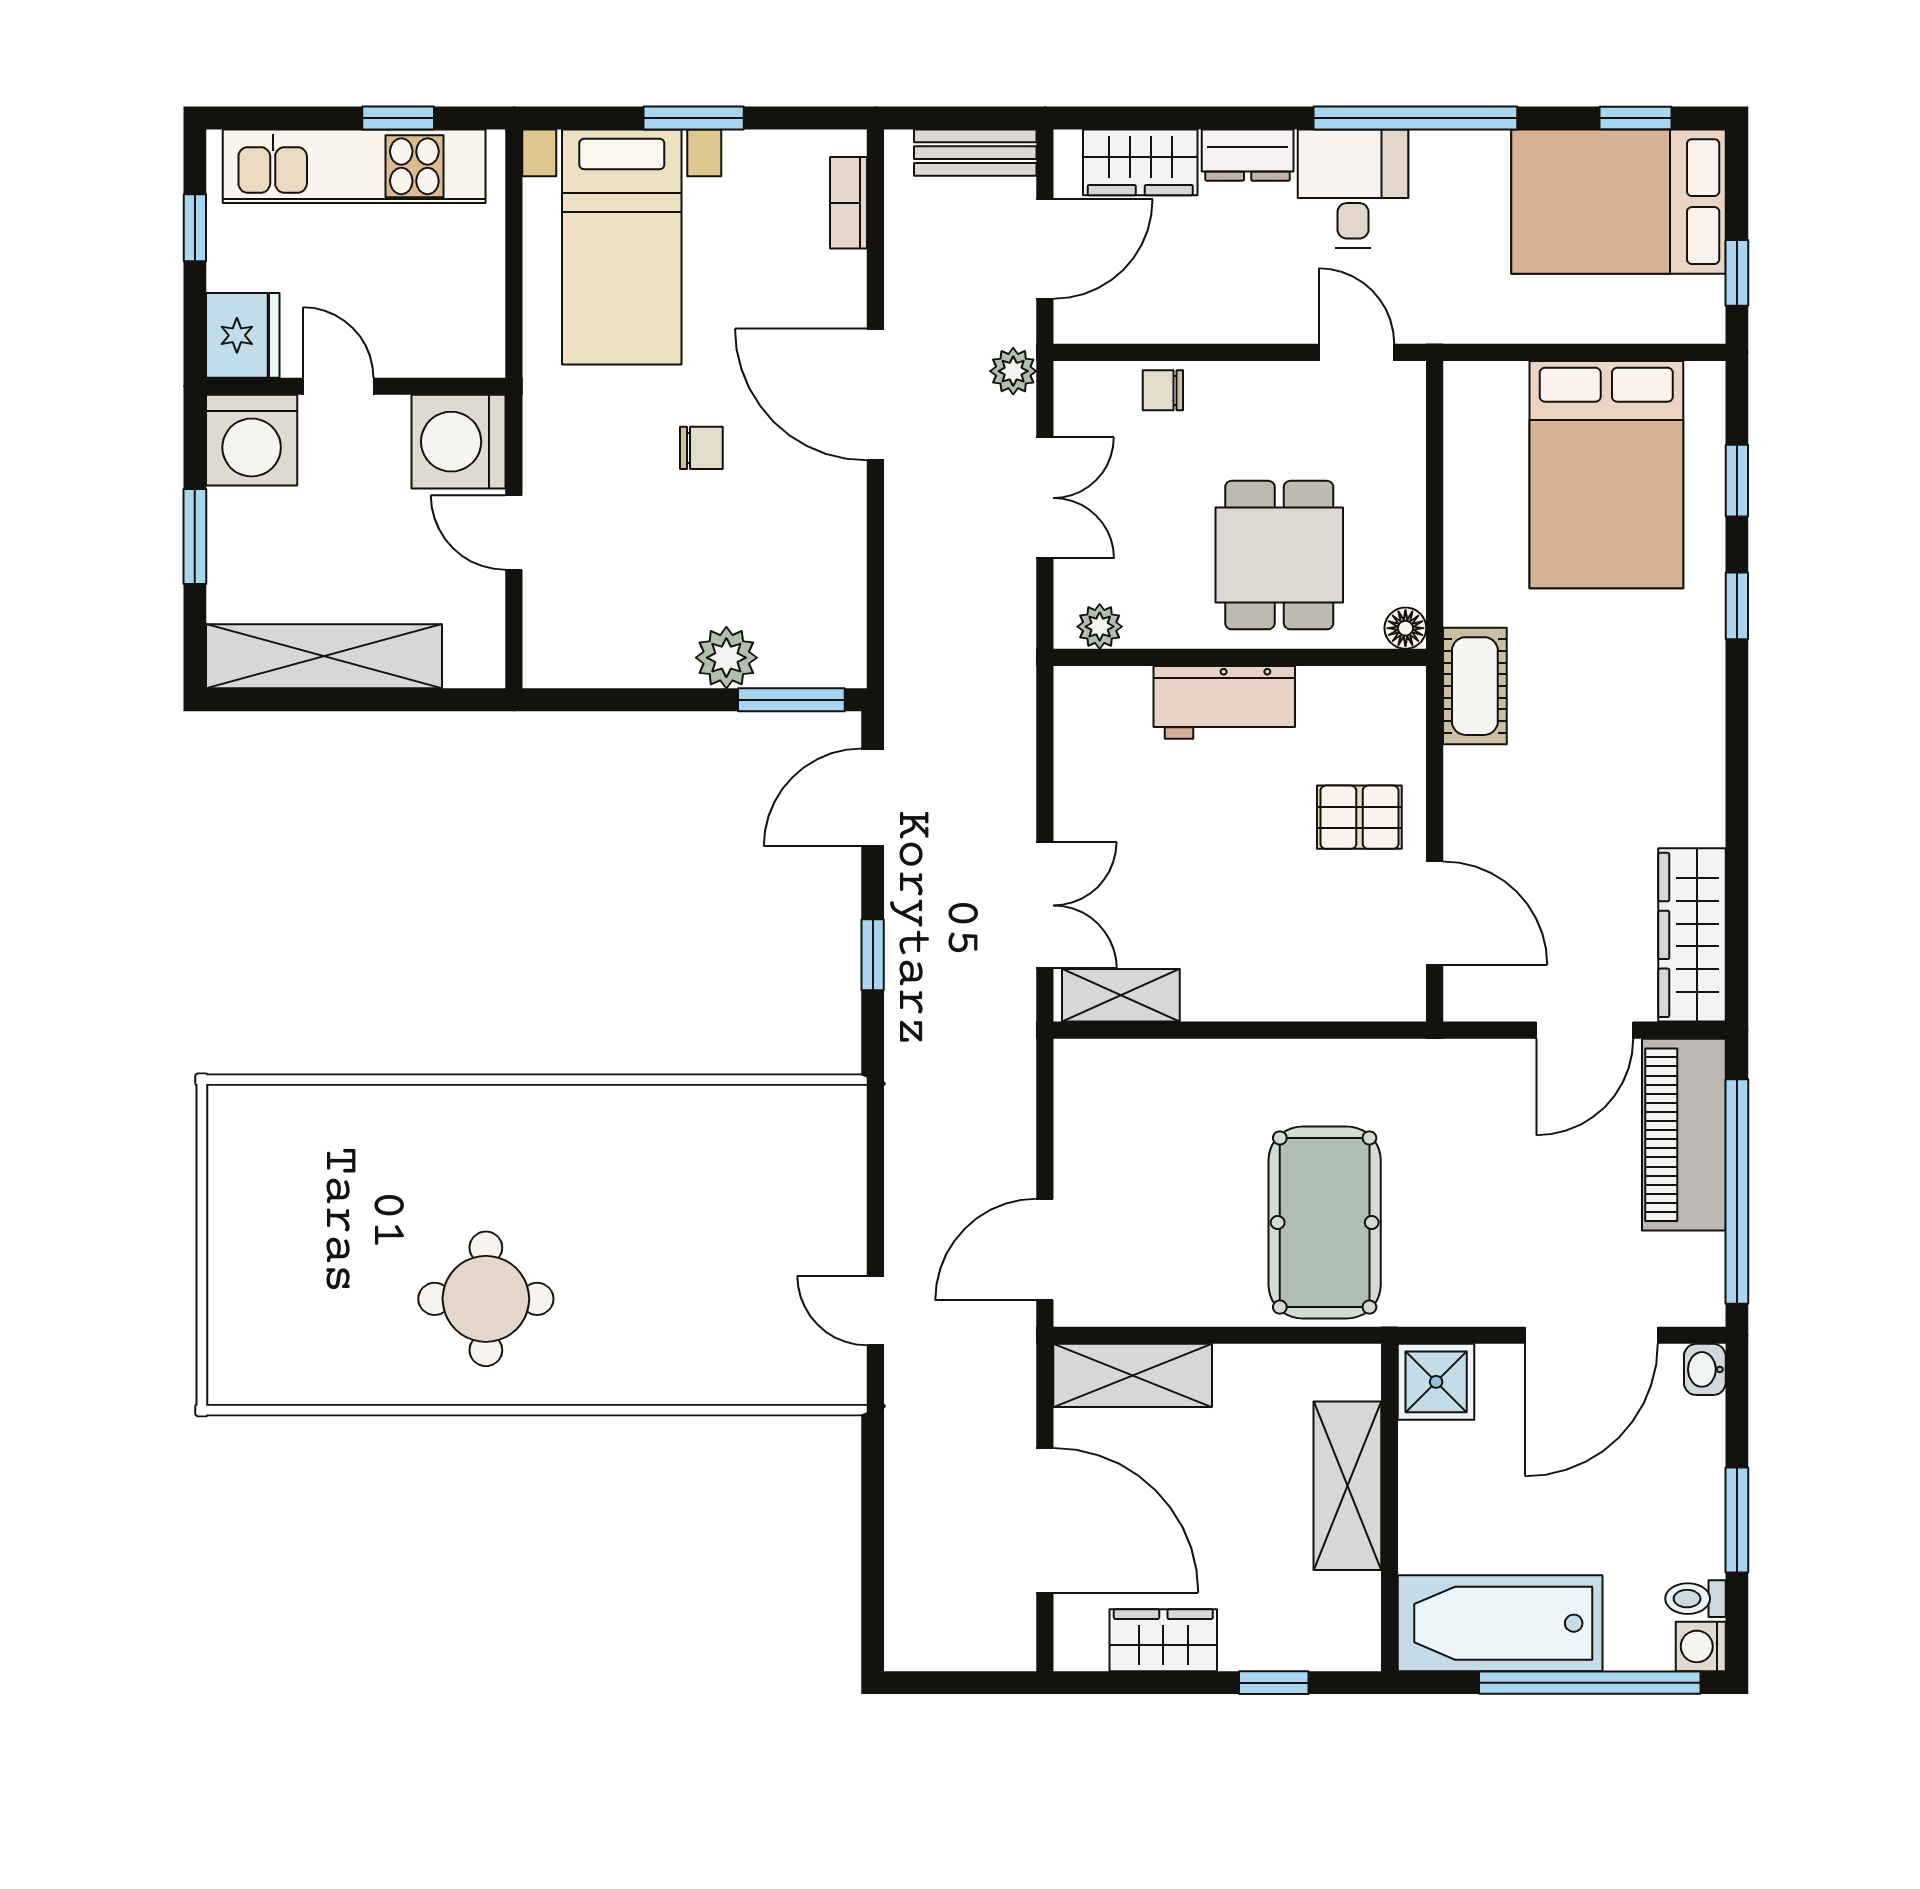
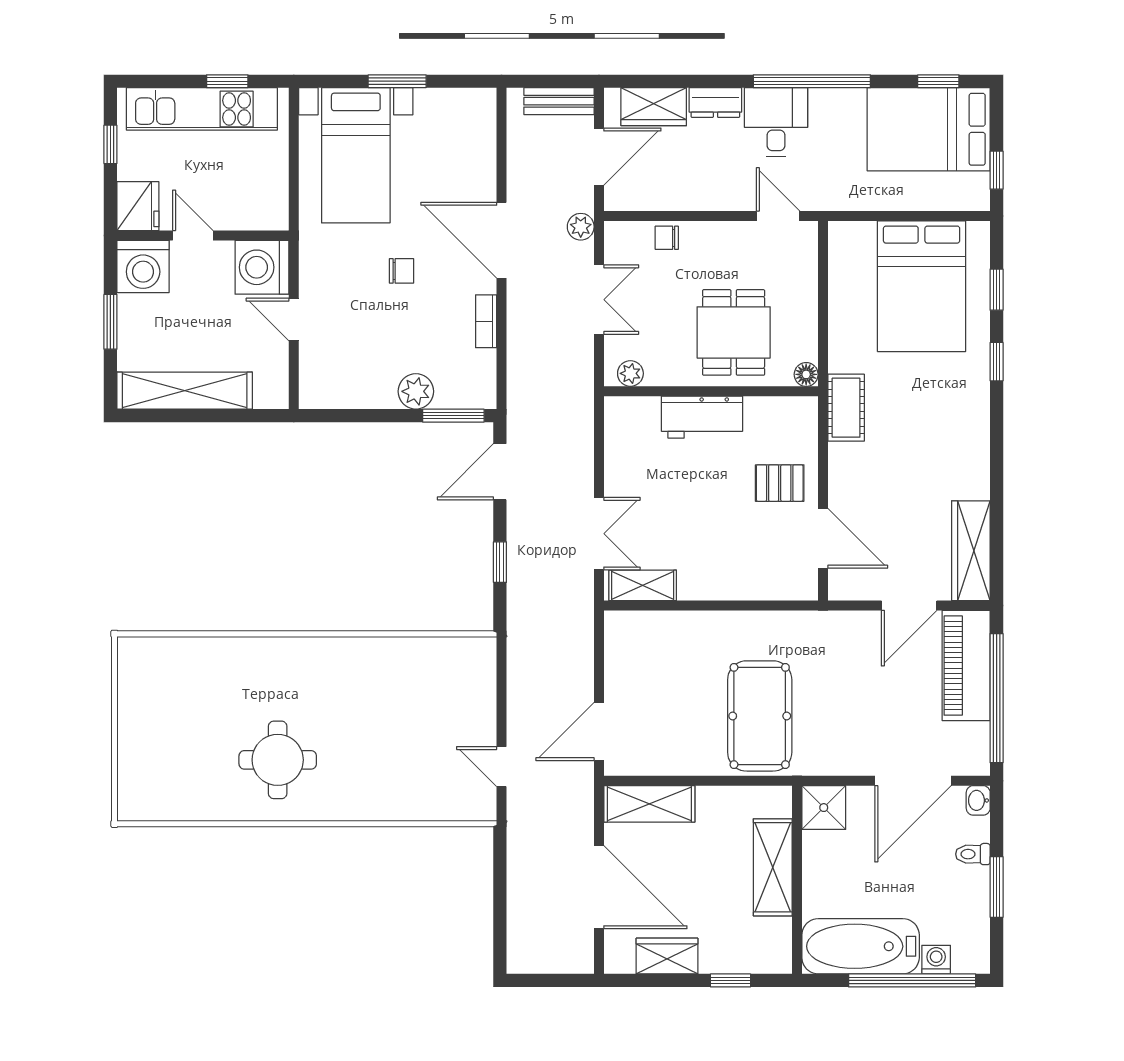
bookcase: (849, 203) -> (486, 321), moved
toilet: (1695, 1599) -> (973, 854), moved
washing machine: (1701, 1646) -> (936, 960), moved, turned 90

